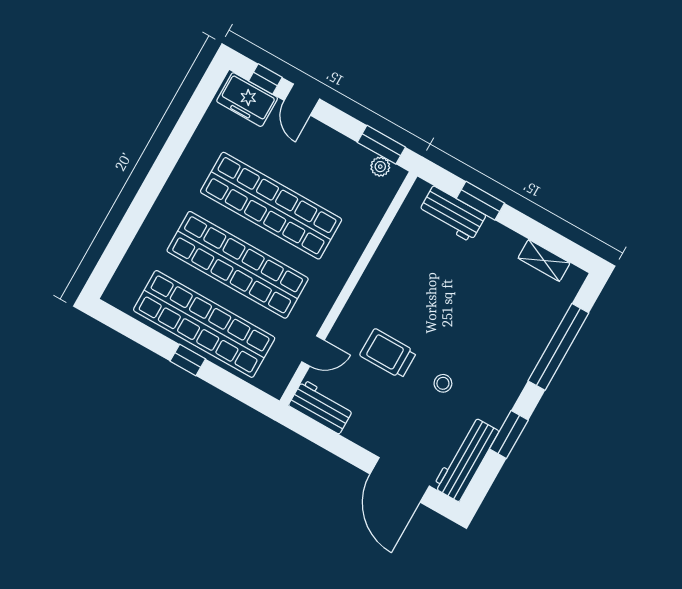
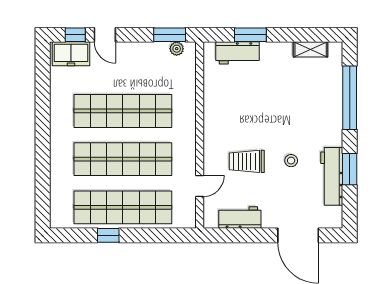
window: (188, 360) -> (108, 235), moved
workbench: (321, 407) -> (240, 218), moved
workbench: (466, 459) -> (332, 176), moved

